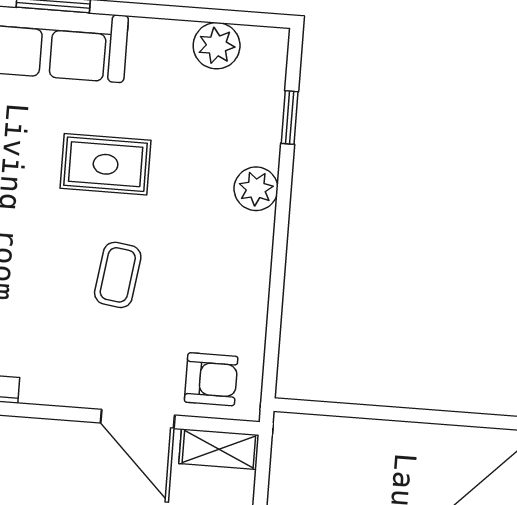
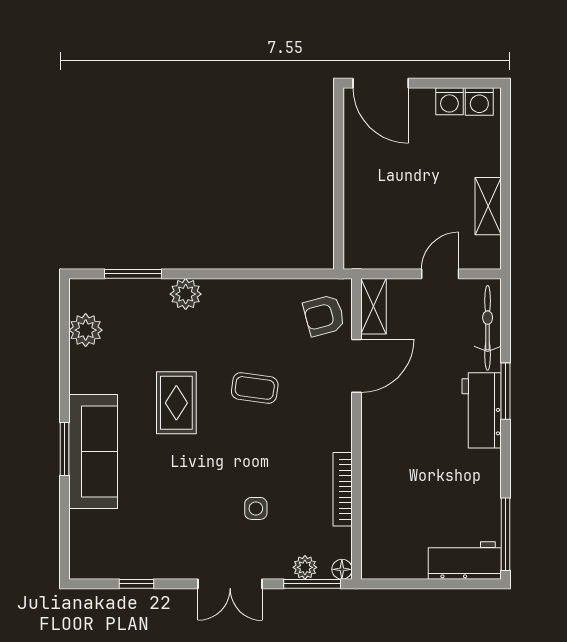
window: (290, 118) -> (133, 274), width x1.50
armchair: (211, 379) -> (324, 316), turned -105

